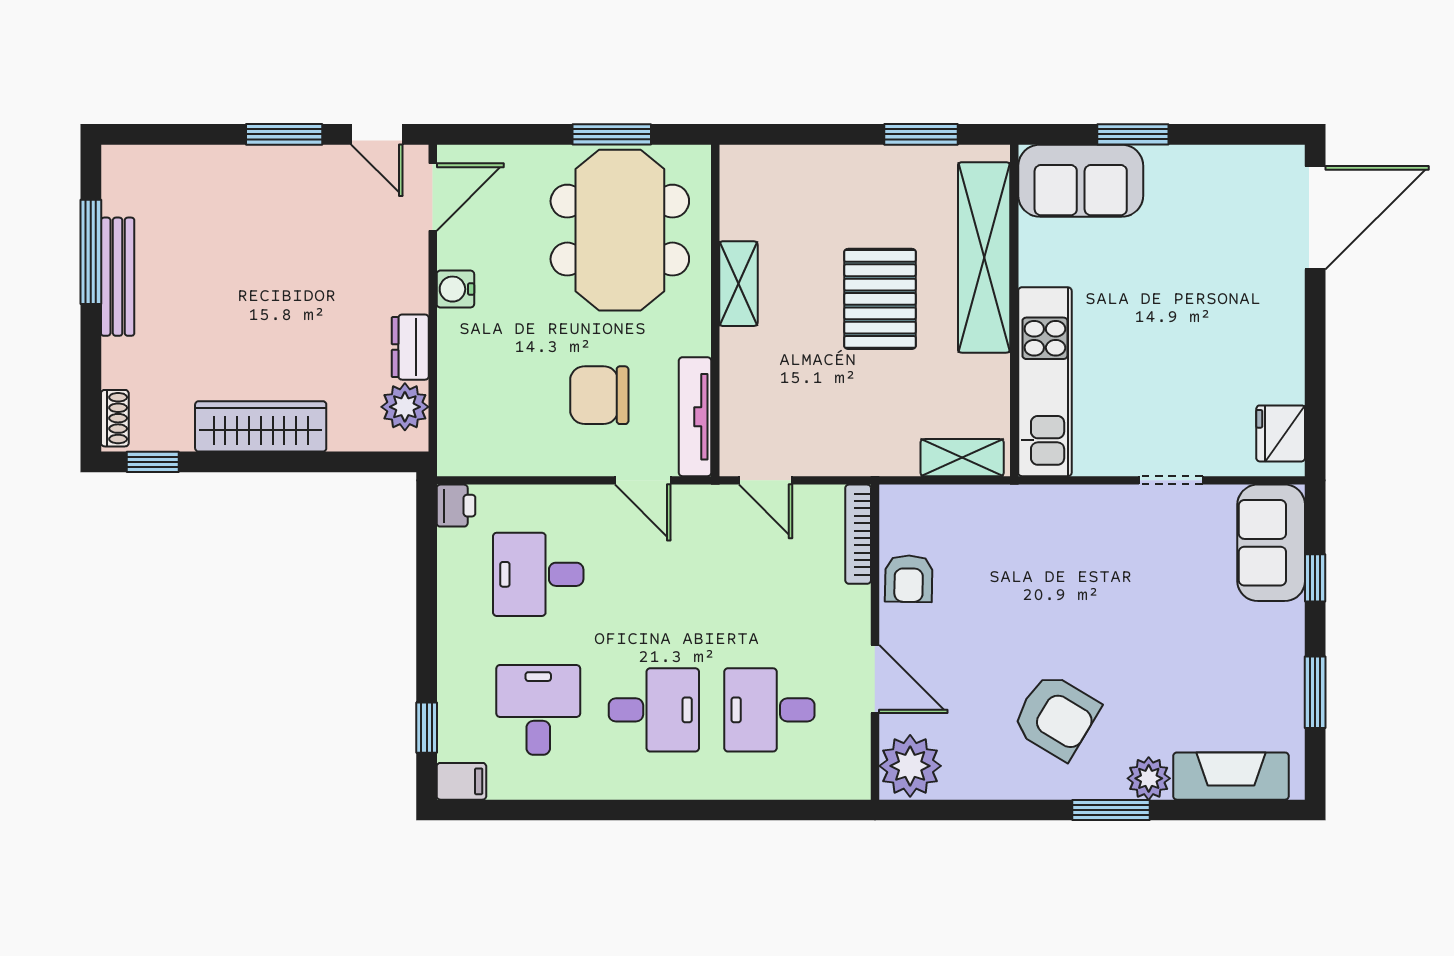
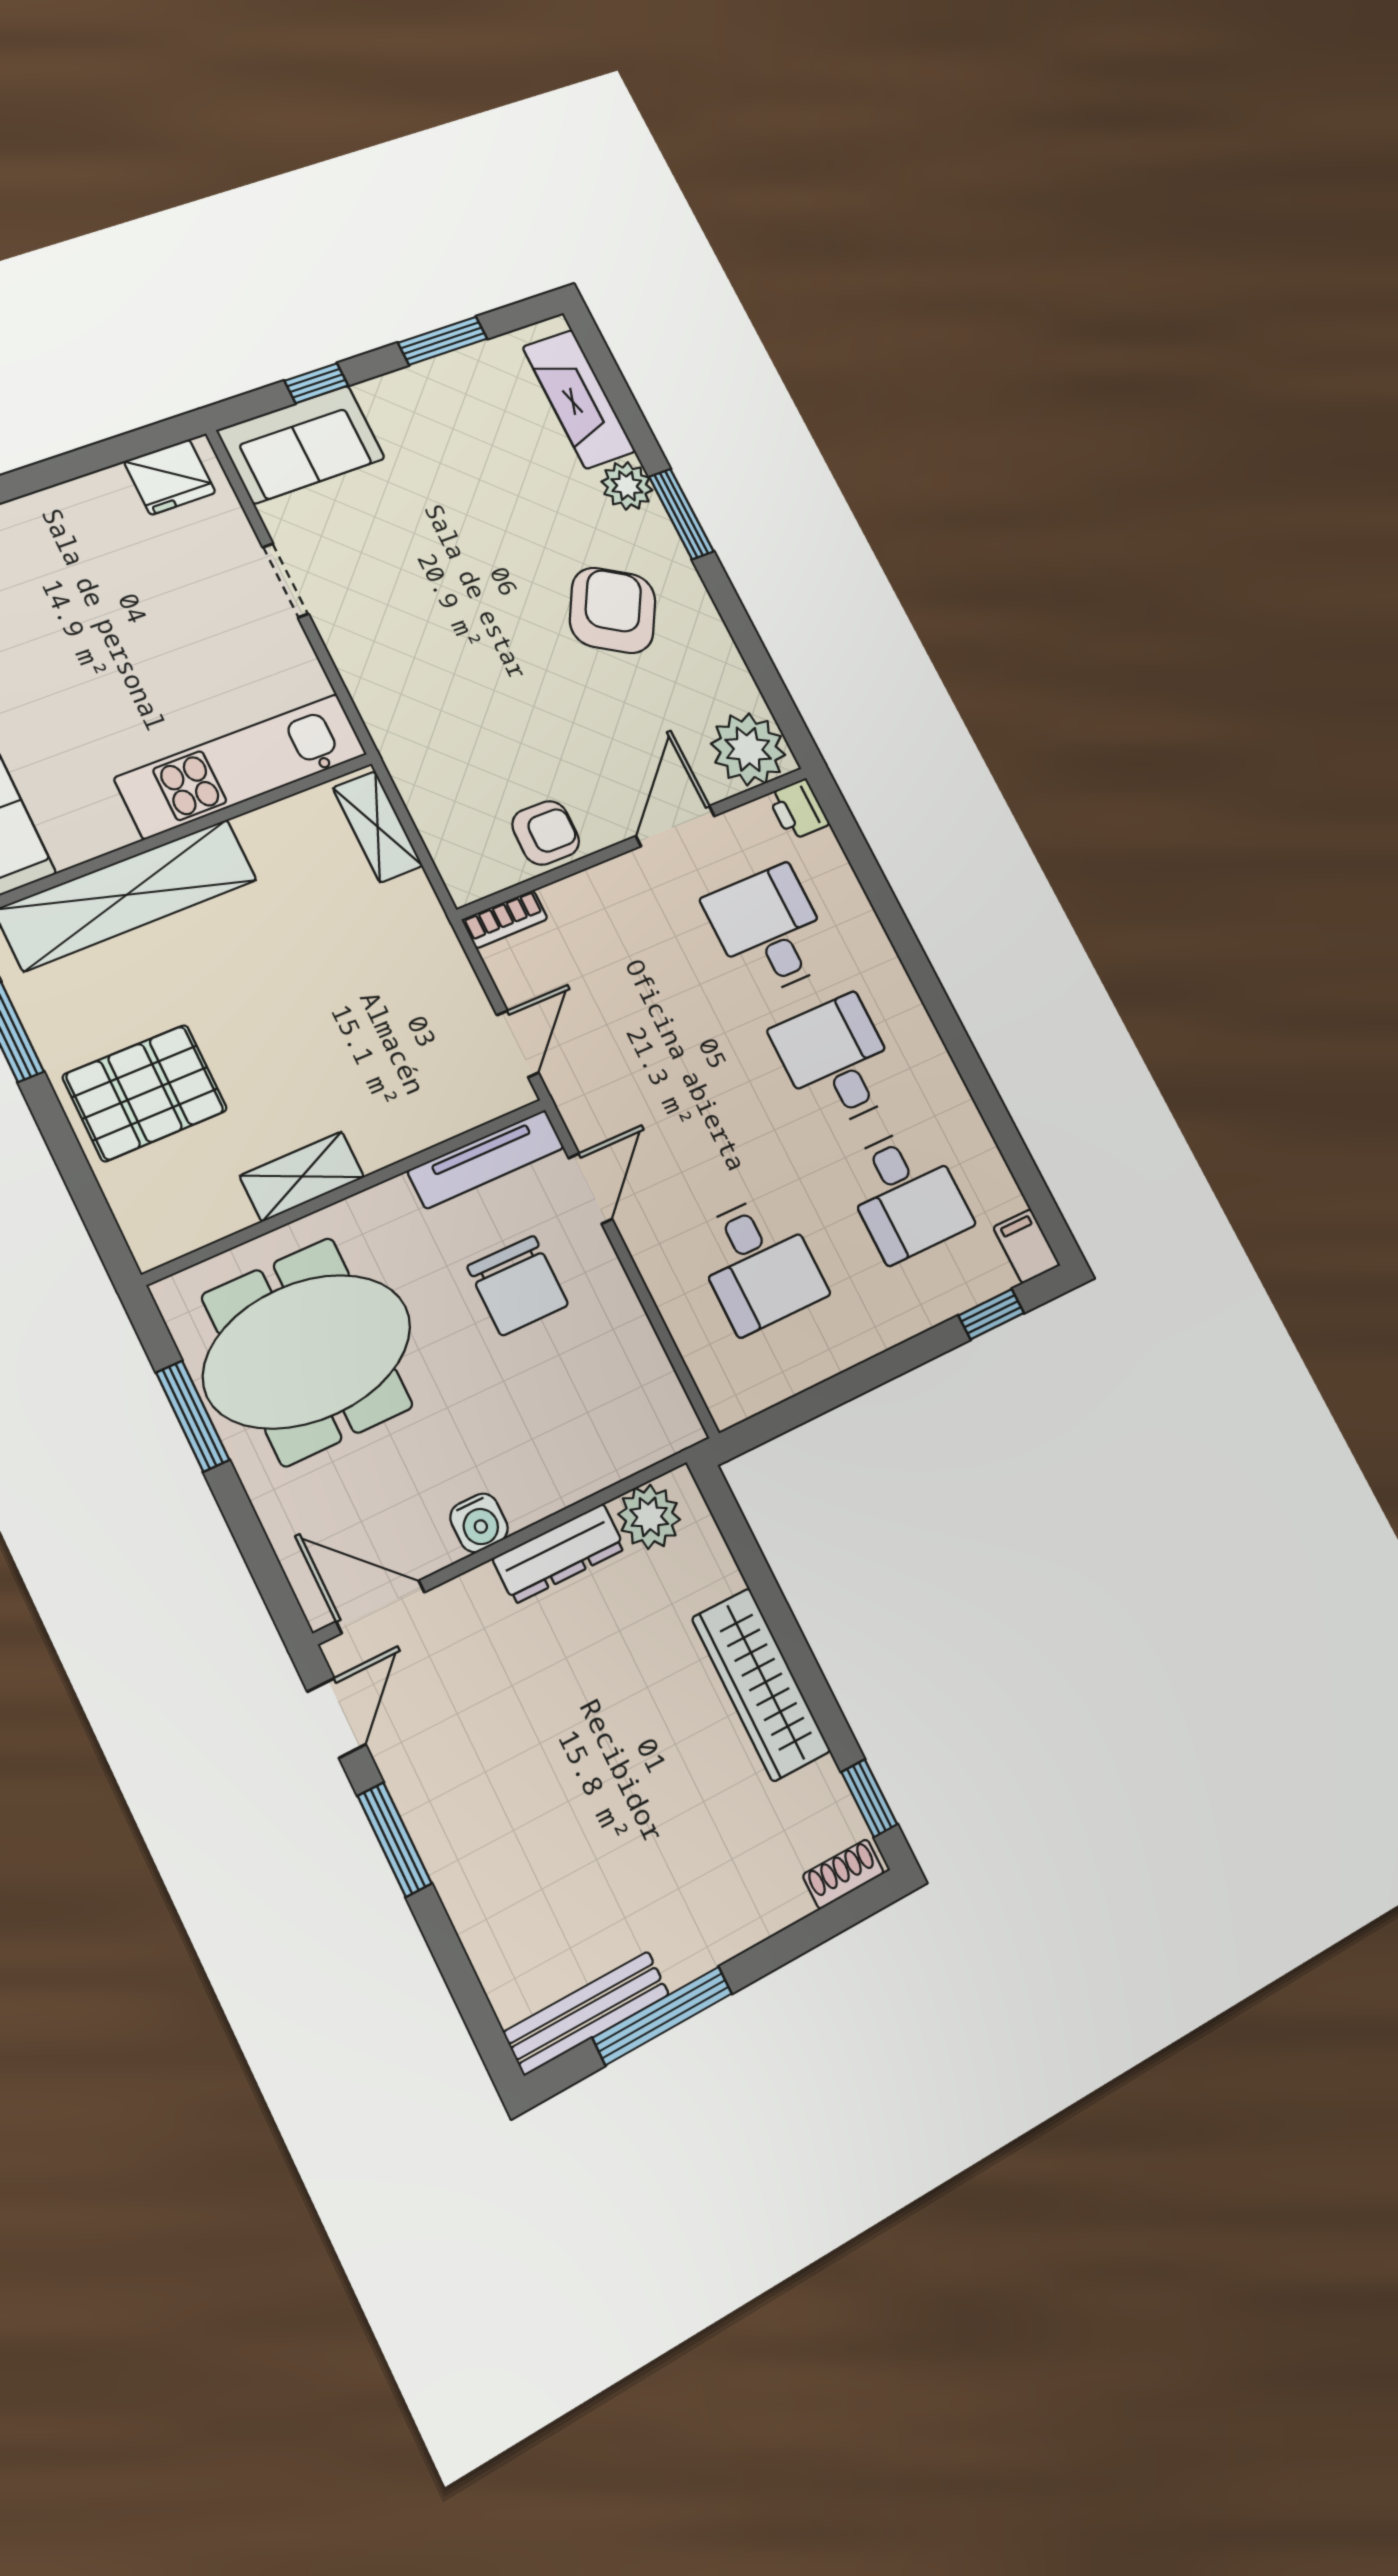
bench: (118, 277) -> (587, 2013), moved
pallet: (880, 299) -> (145, 1093), moved
dresser: (410, 347) -> (559, 1554), width x1.44
printer: (456, 506) -> (798, 809), moved, turned -90
bookcase: (858, 534) -> (505, 919), width x0.64
desk: (538, 710) -> (906, 1194), turned -90
desk: (769, 710) -> (770, 930), turned 180

